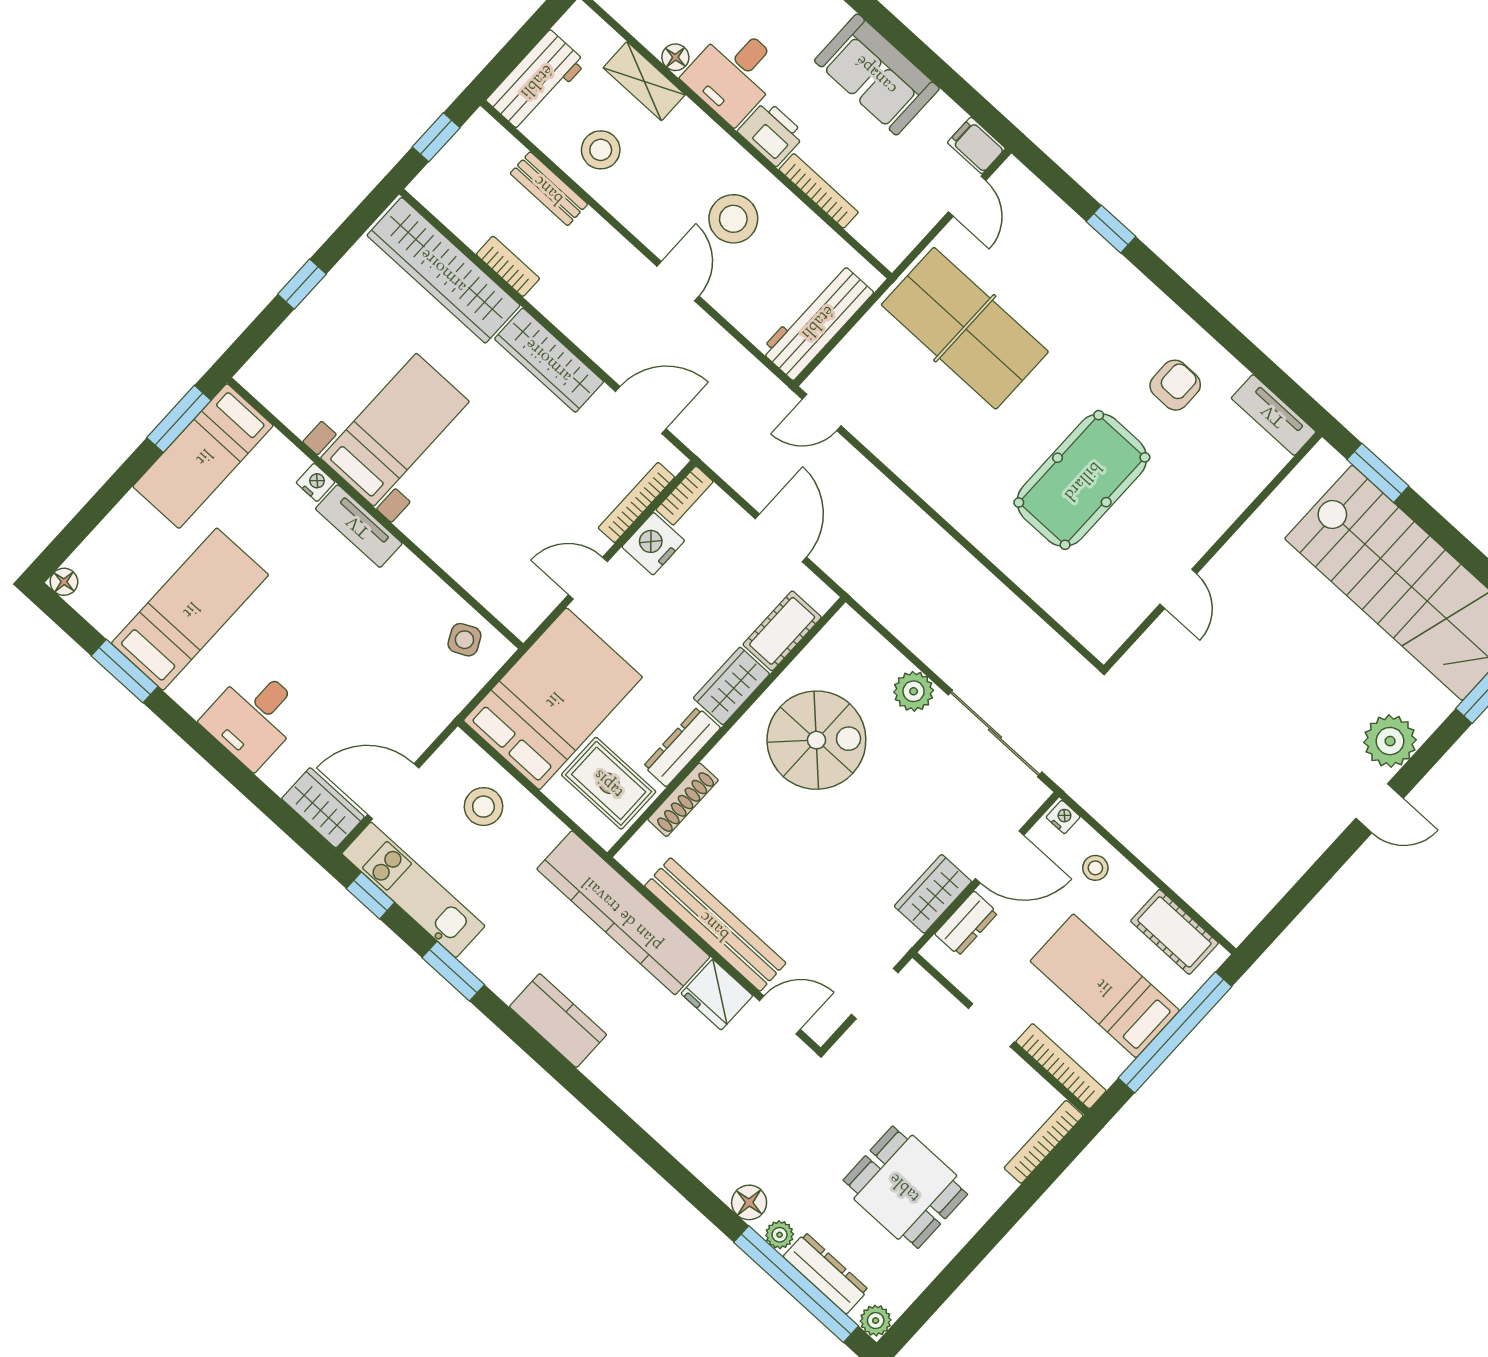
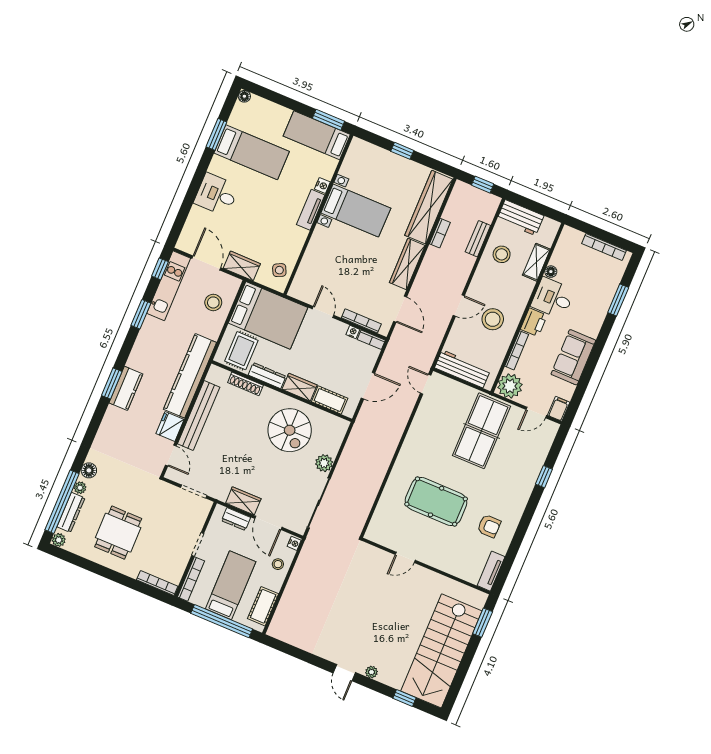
plant: (890, 233) -> (510, 386), added
nightstand: (653, 544) -> (353, 332), width x0.53, depth x0.56
plant: (1390, 741) -> (371, 672), width x0.53, depth x0.53
wardrobe: (323, 808) -> (242, 266), moved, turned -90
kitchen counter: (558, 1021) -> (126, 388), moved
window: (580, 1087) -> (112, 383), added

